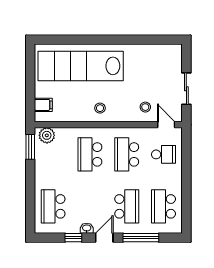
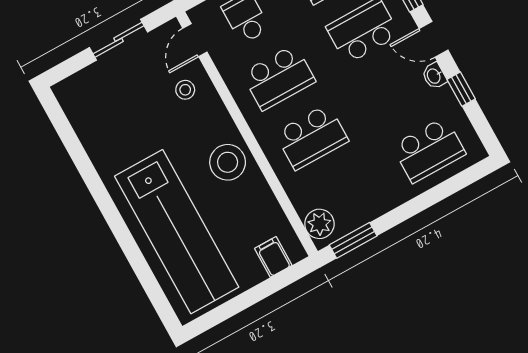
stool: (100, 108) -> (228, 162), width x1.89, depth x1.89

